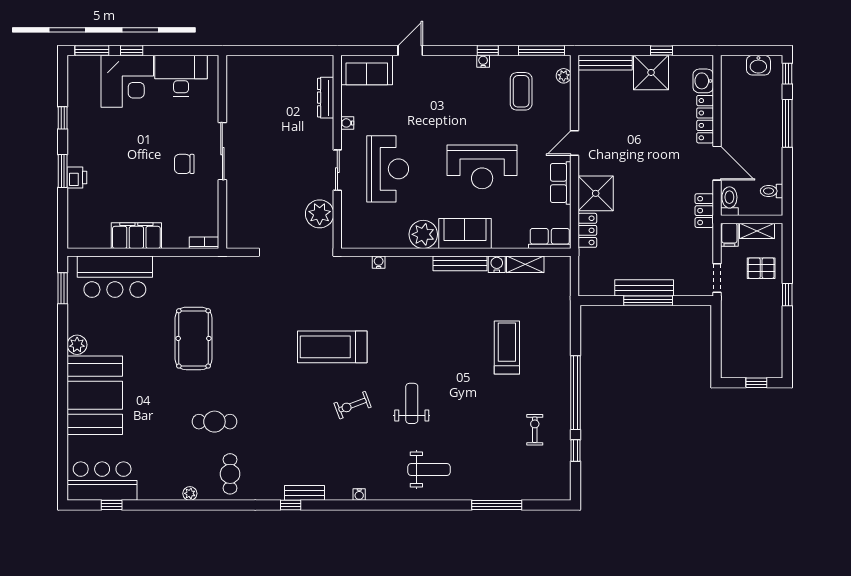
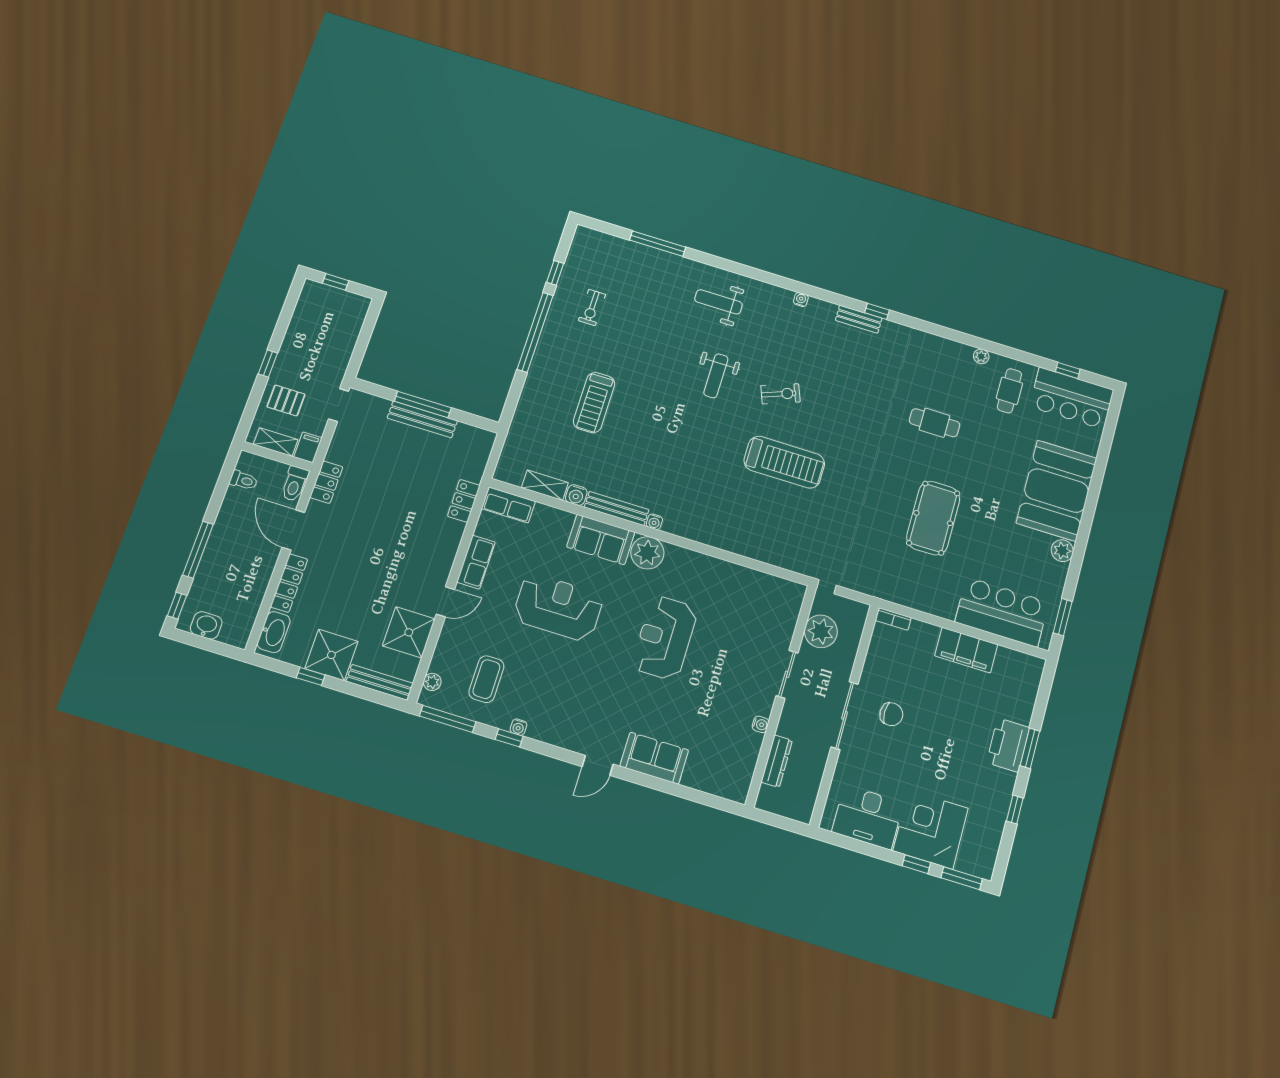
washbasin: (703, 81) -> (274, 632), width x1.38
dresser: (326, 98) -> (777, 761), moved
water cooler: (347, 123) -> (760, 724), moved
wall: (337, 152) -> (781, 695), moved
sliding door: (337, 170) -> (787, 674), moved
printer: (77, 177) -> (1008, 745), width x1.87, depth x1.48
shower: (596, 193) -> (409, 632), moved
plant: (320, 214) -> (821, 631), moved
water cooler: (379, 262) -> (654, 522), moved
cafe table: (230, 474) -> (1009, 391), moved

